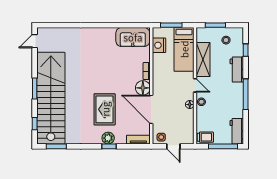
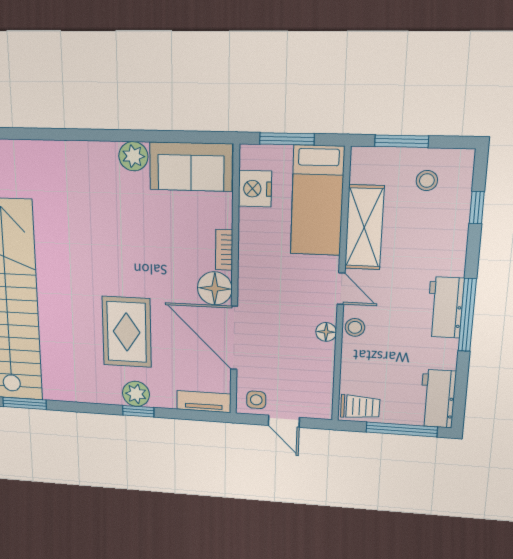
plant: (109, 33) -> (133, 156), added
workbench: (237, 70) -> (445, 307), moved

